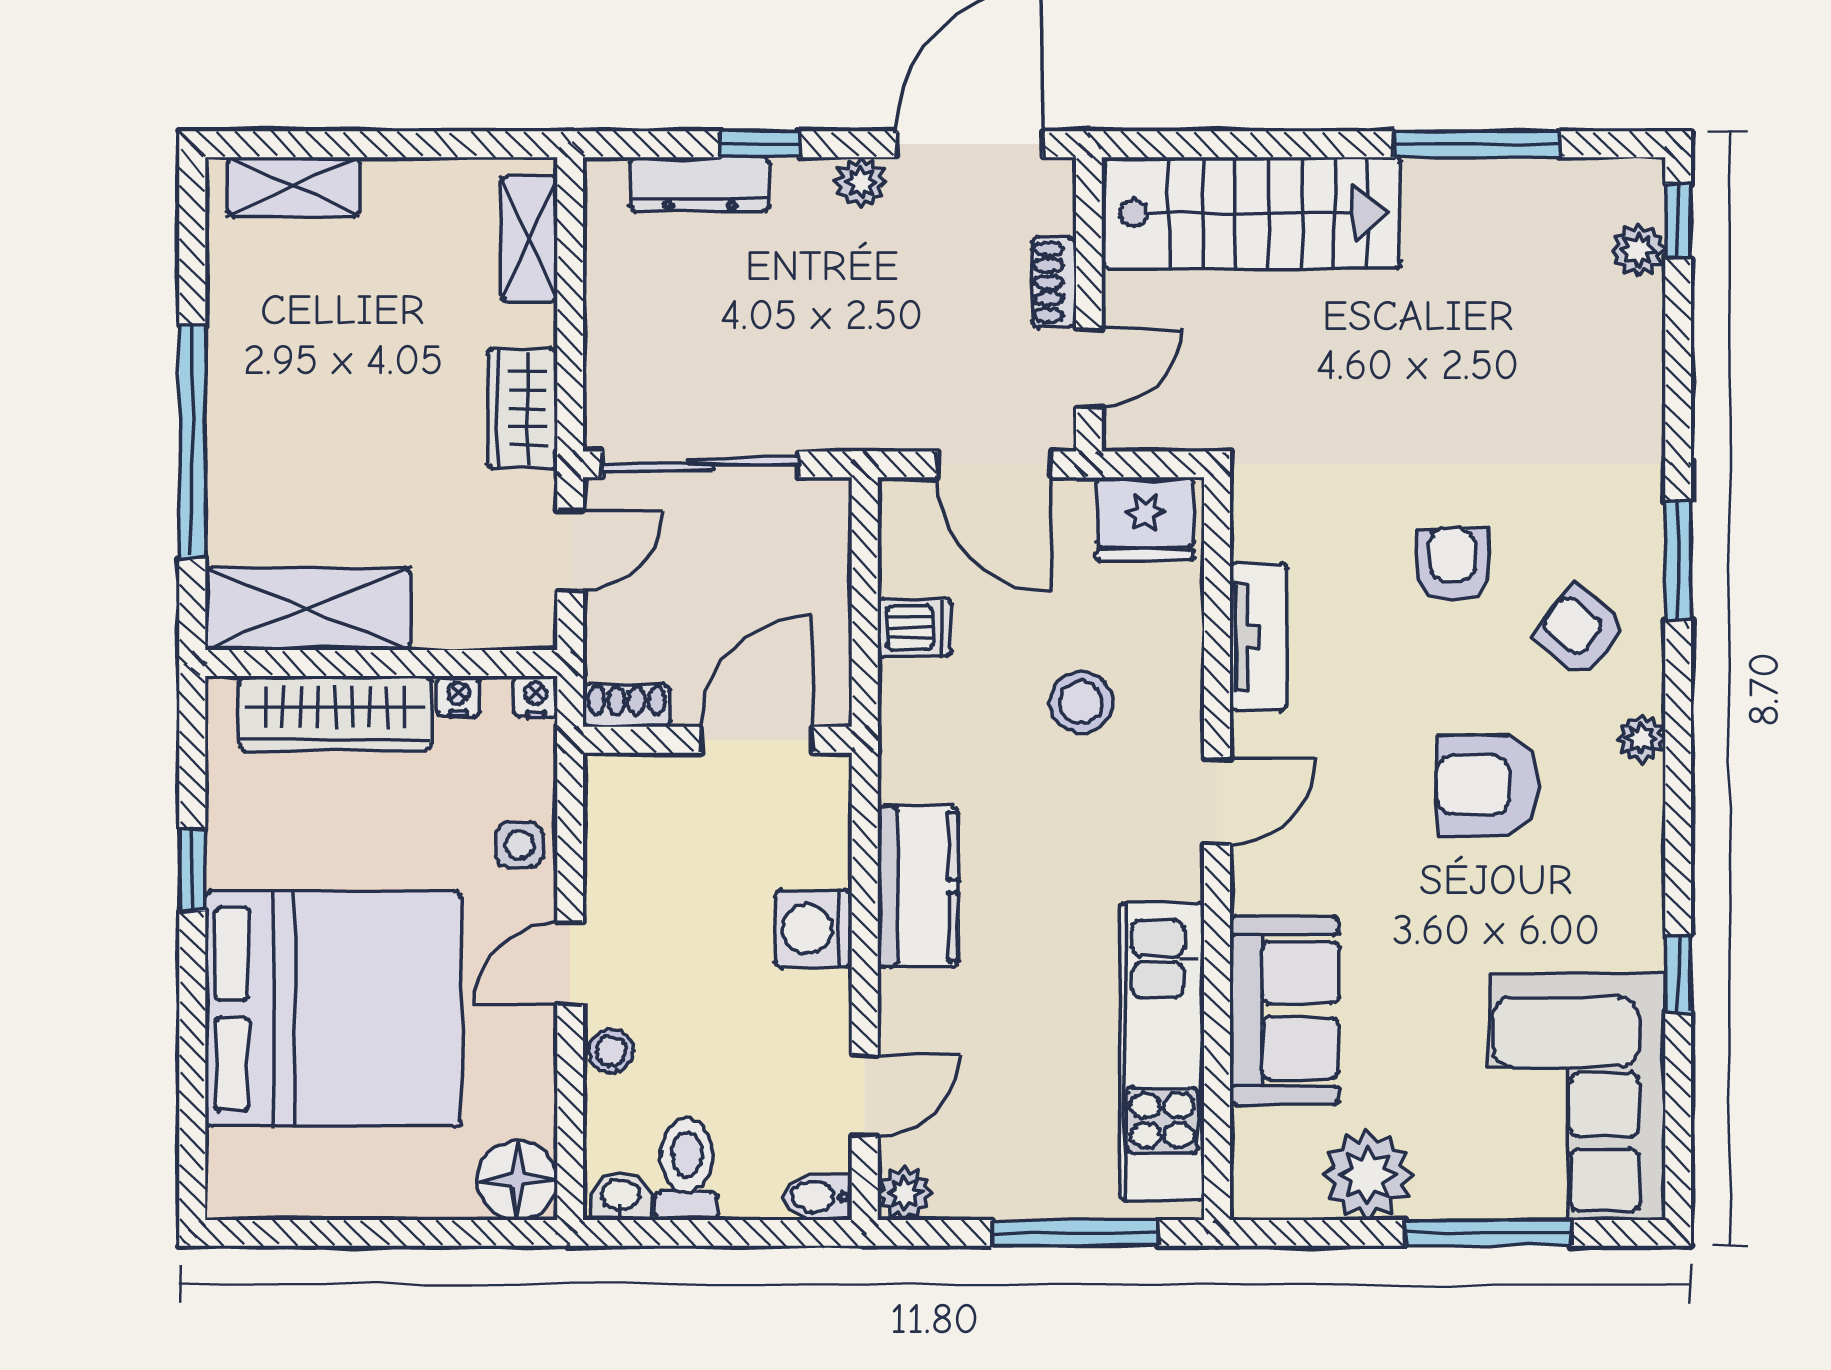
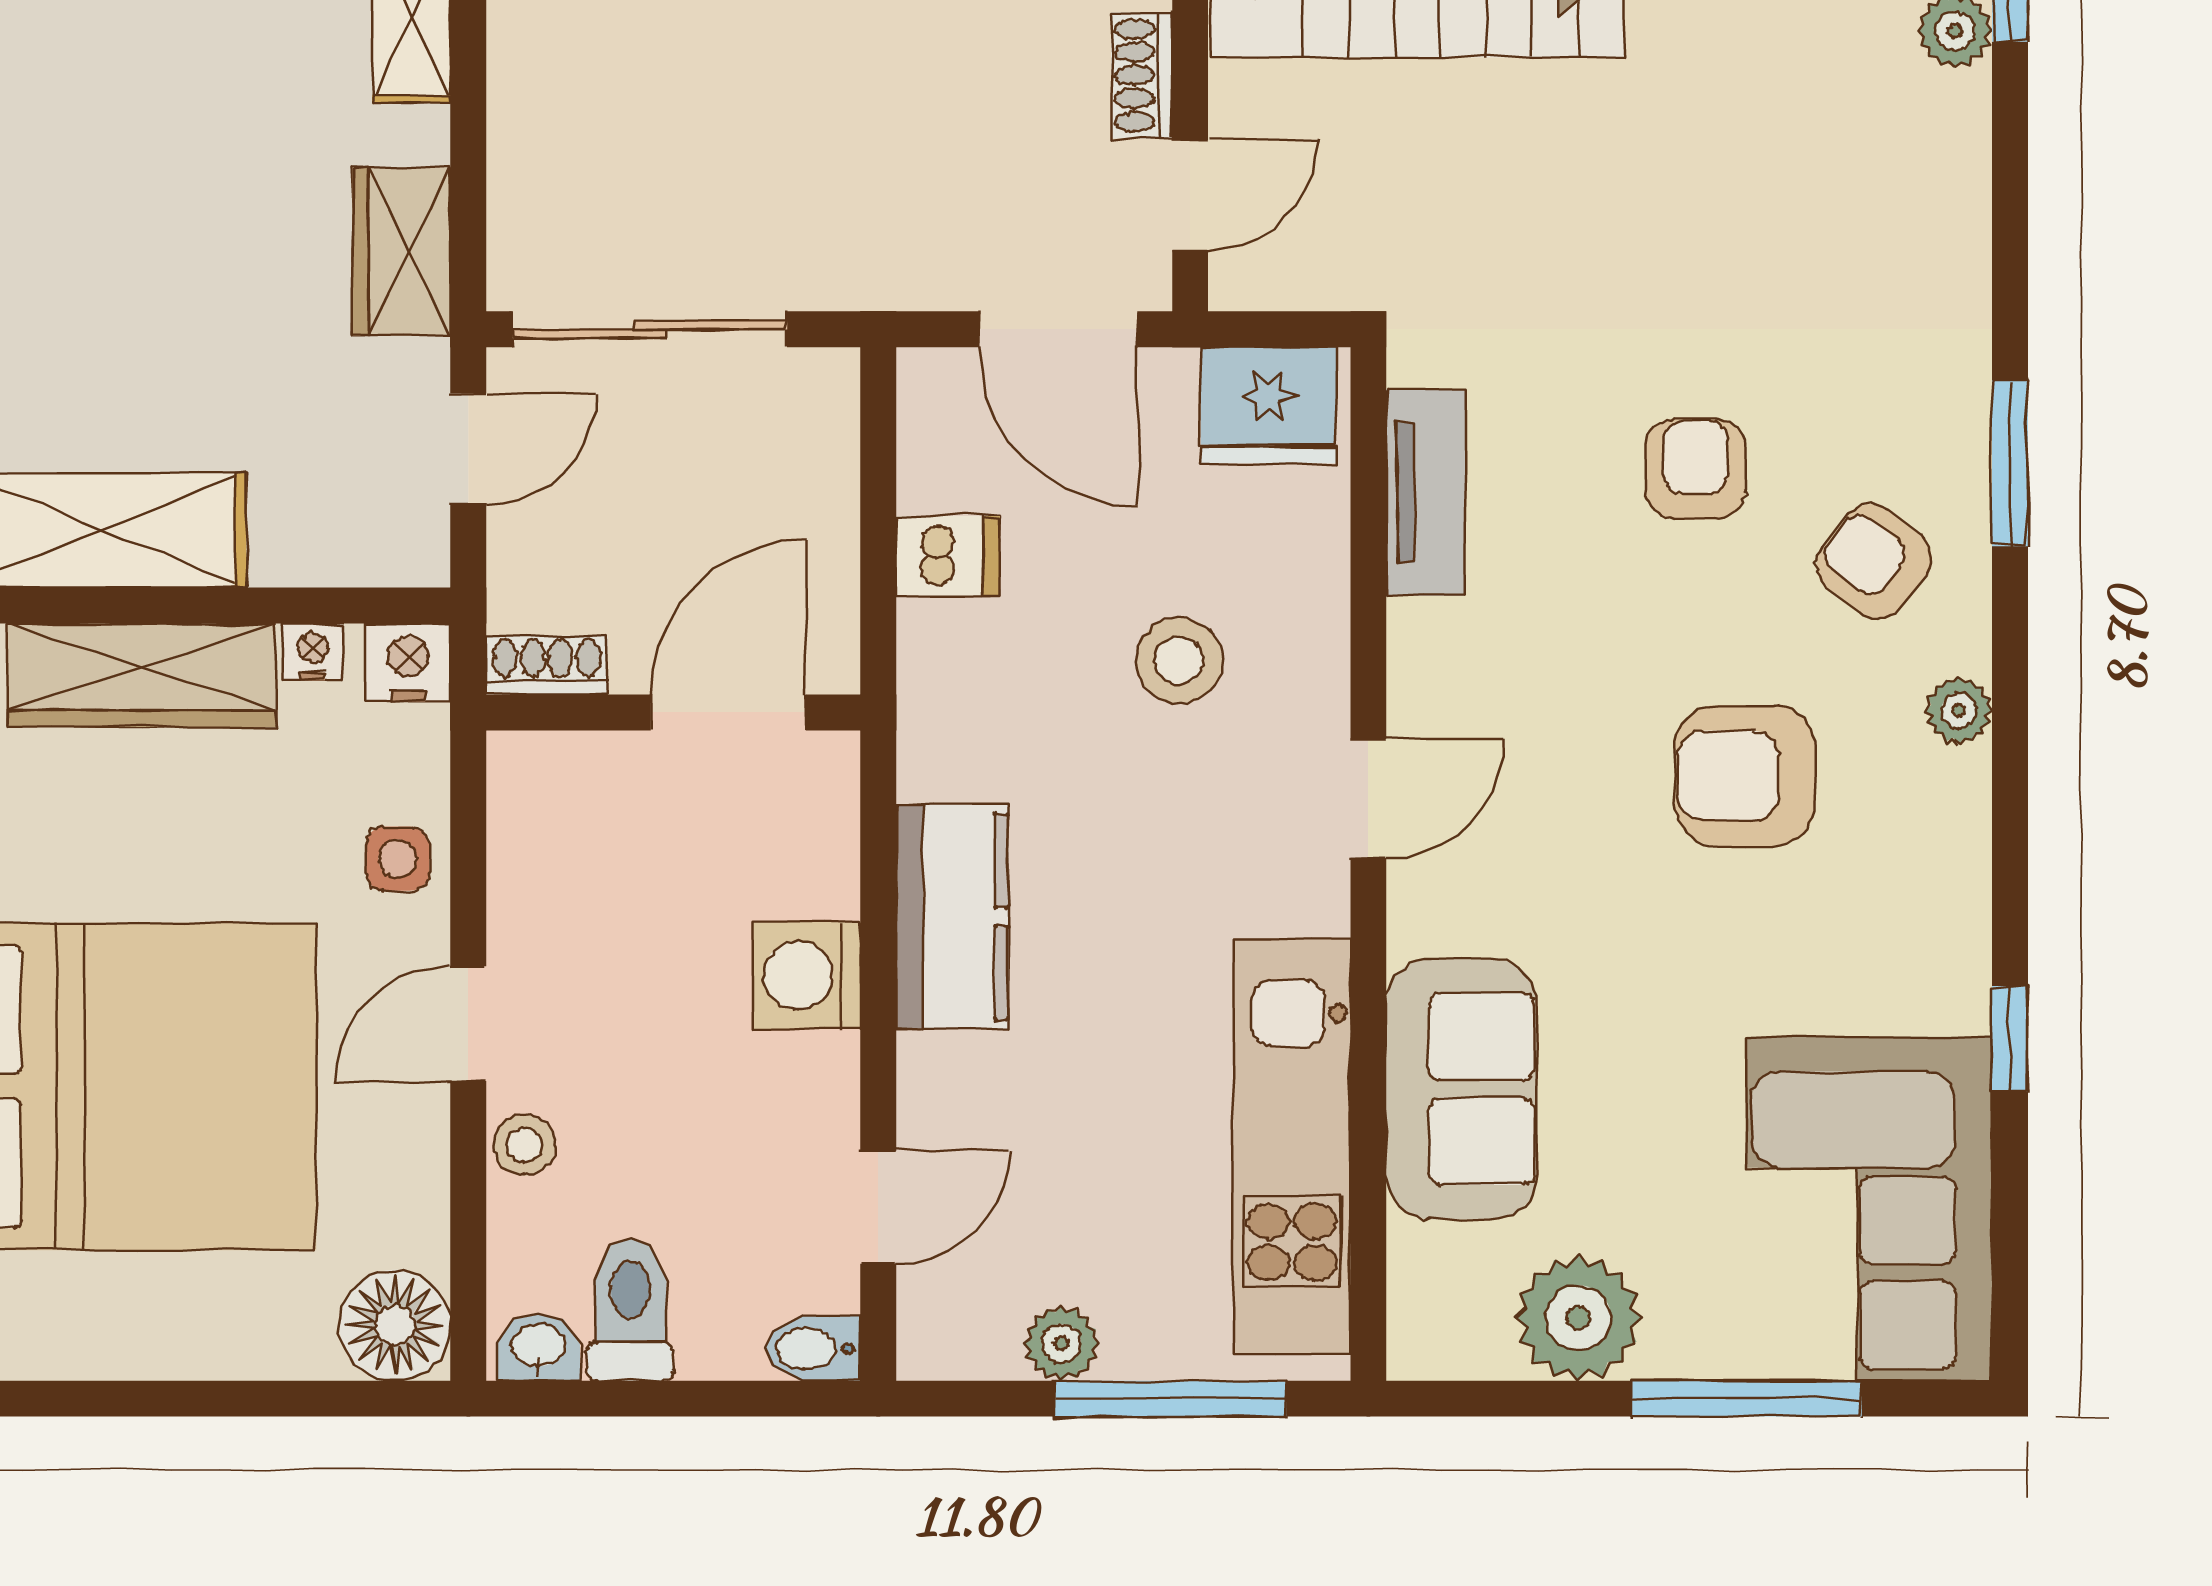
tv unit: (1258, 637) -> (1426, 492), moved
nightstand: (535, 696) -> (408, 662), width x1.39, depth x1.35
plant: (904, 1193) -> (1061, 1343), moved

